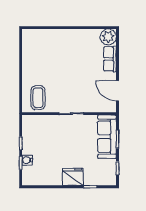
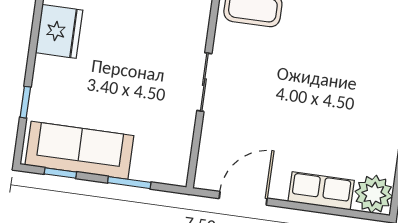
sofa: (107, 137) -> (79, 150), moved
fridge: (73, 177) -> (59, 31), moved

